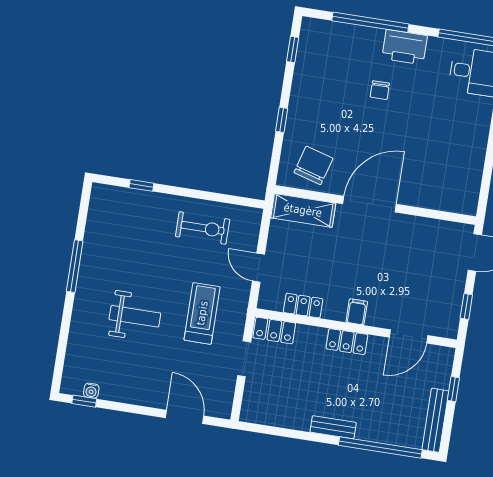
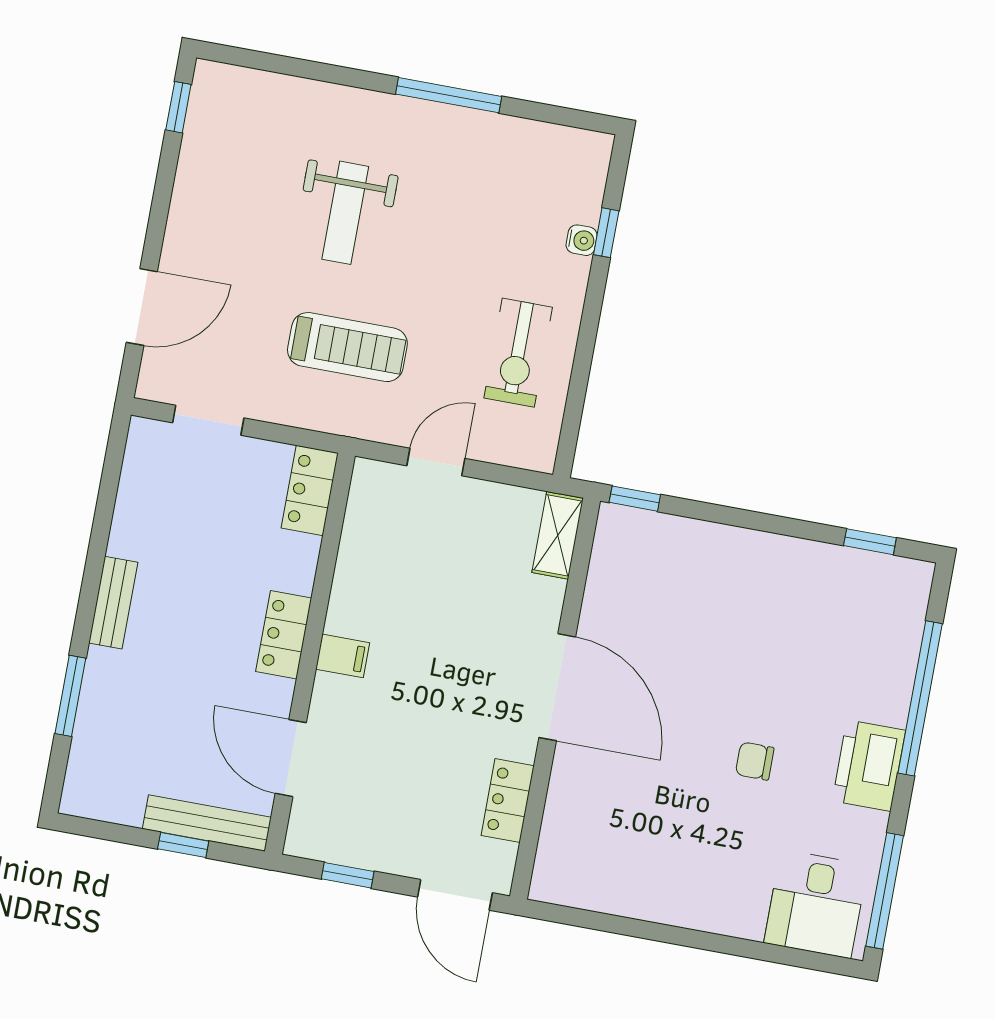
chair: (380, 90) -> (755, 761), moved
window: (282, 120) -> (635, 499), moved
chair: (313, 165) -> (637, 577), removed
shelving: (303, 210) -> (558, 535), width x0.67, depth x0.75
locker: (303, 306) -> (508, 801), moved, turned 180
doorway: (244, 359) -> (208, 420), moved
water cooler: (91, 391) -> (582, 240), moved, turned 180
bench: (435, 420) -> (207, 823), moved
window: (380, 448) -> (70, 696), width x0.47

